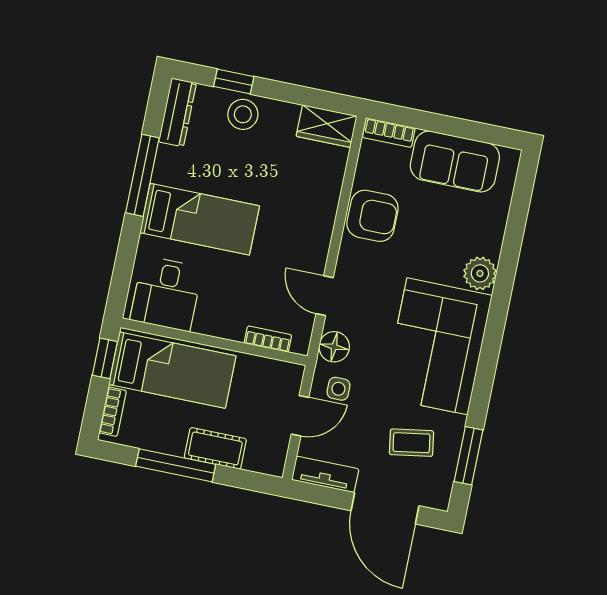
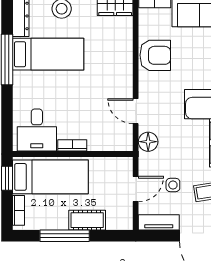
bed: (200, 219) -> (48, 54), moved
bookcase: (268, 339) -> (72, 145), moved
side table: (338, 389) -> (173, 185), moved

